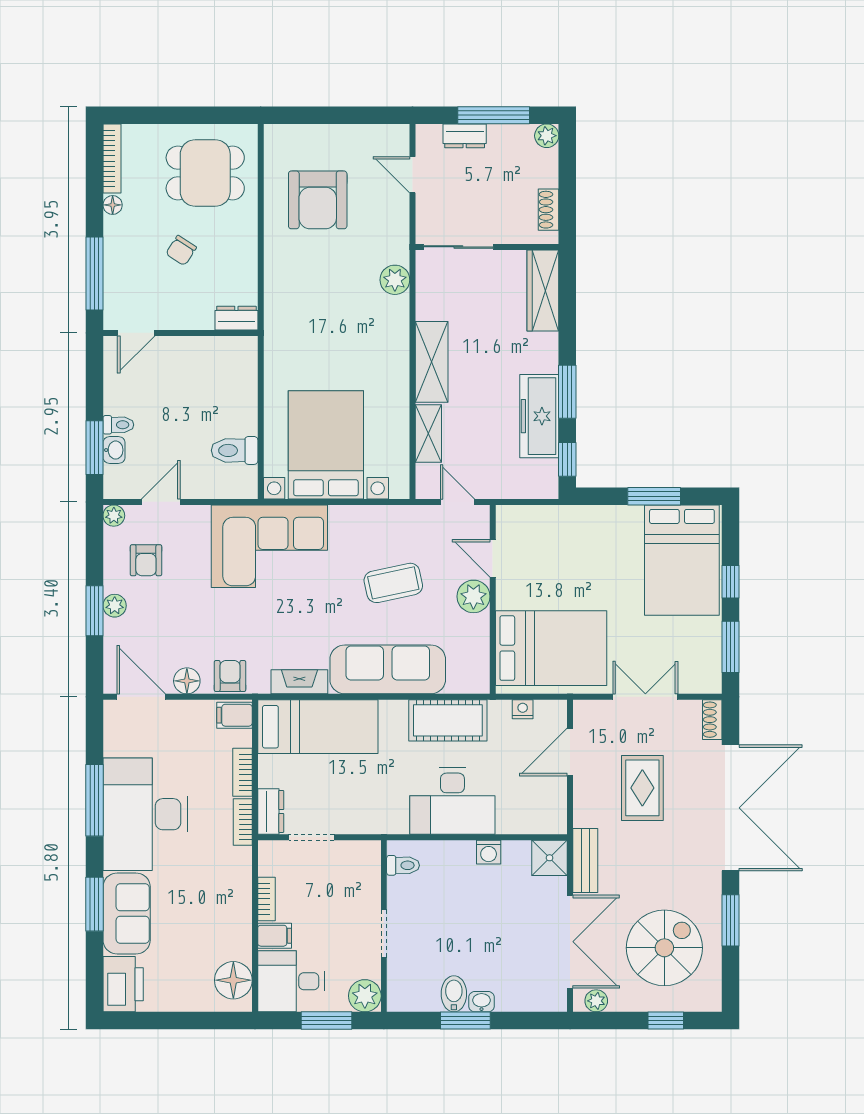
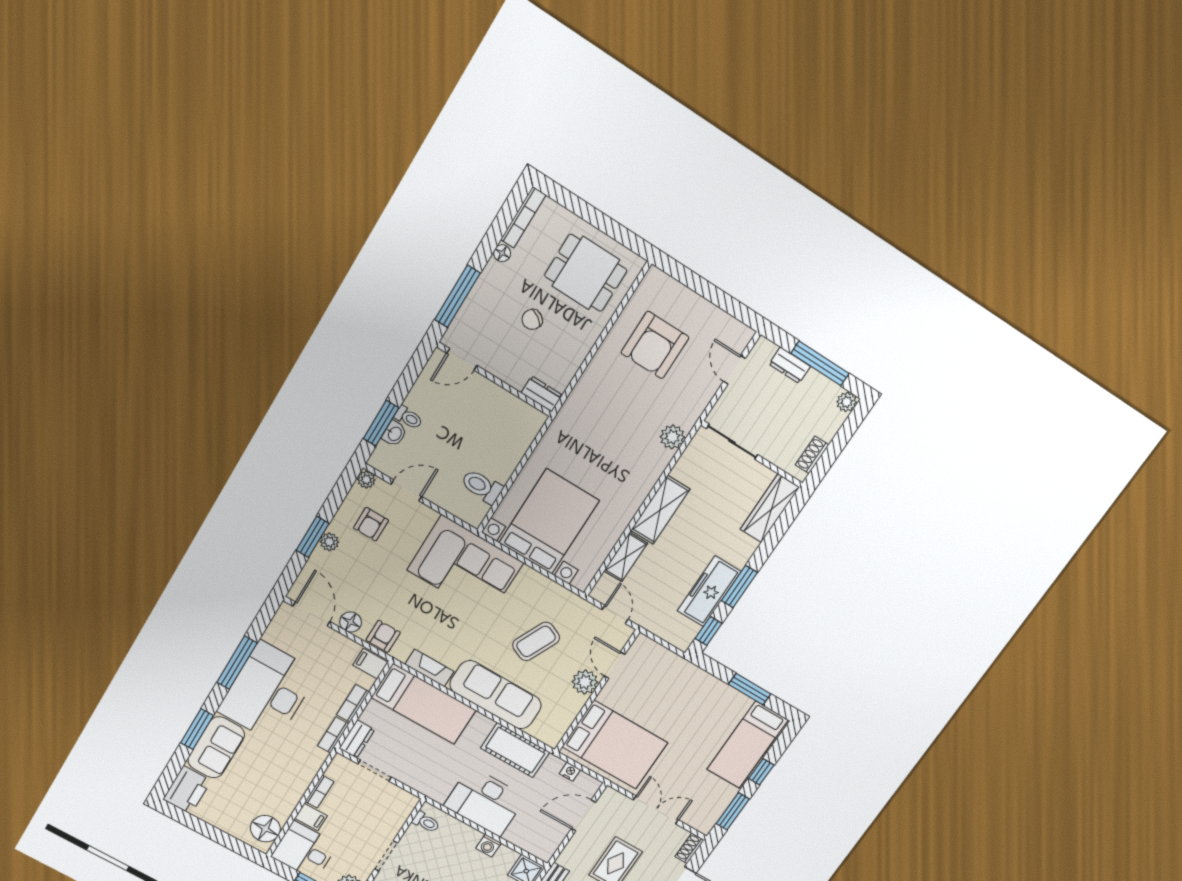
bed: (682, 560) -> (747, 745), width x0.67
coffee table: (393, 583) -> (536, 641), turned -53

